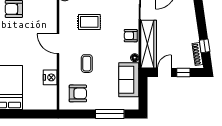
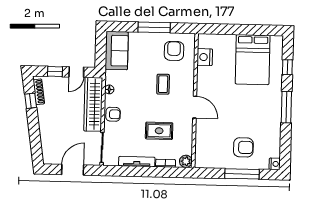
nightstand: (50, 77) -> (205, 57), moved
sofa: (129, 80) -> (117, 51), moved
armchair: (78, 93) -> (174, 51), turned 90
window: (110, 114) -> (154, 27), moved

